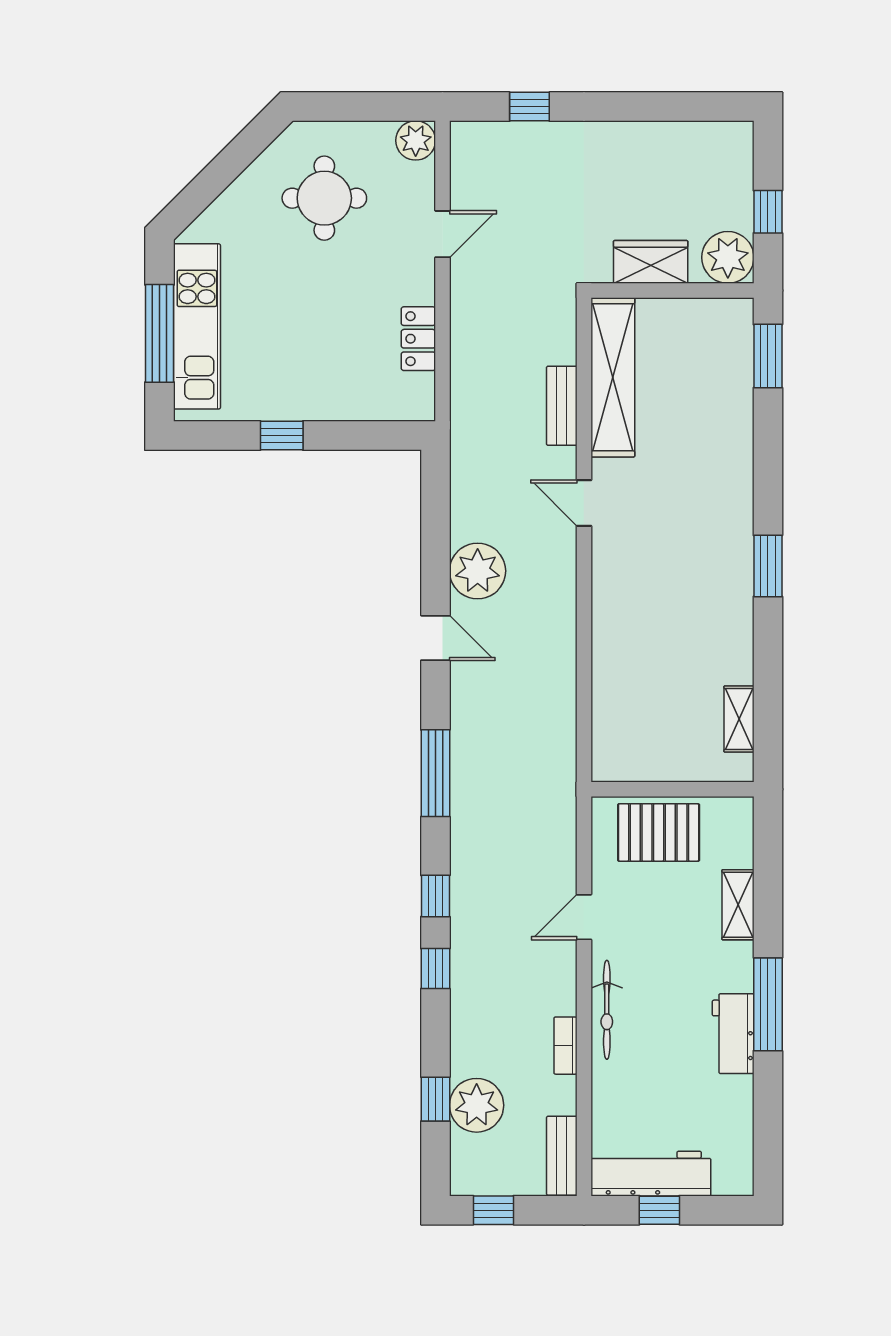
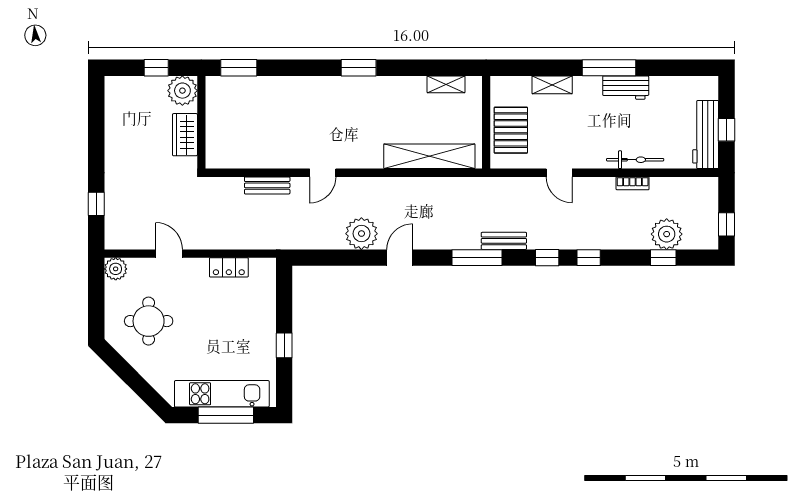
shelving: (613, 377) -> (429, 156), moved
bicycle: (607, 1010) -> (635, 160), moved
bench: (562, 1156) -> (504, 241), moved

